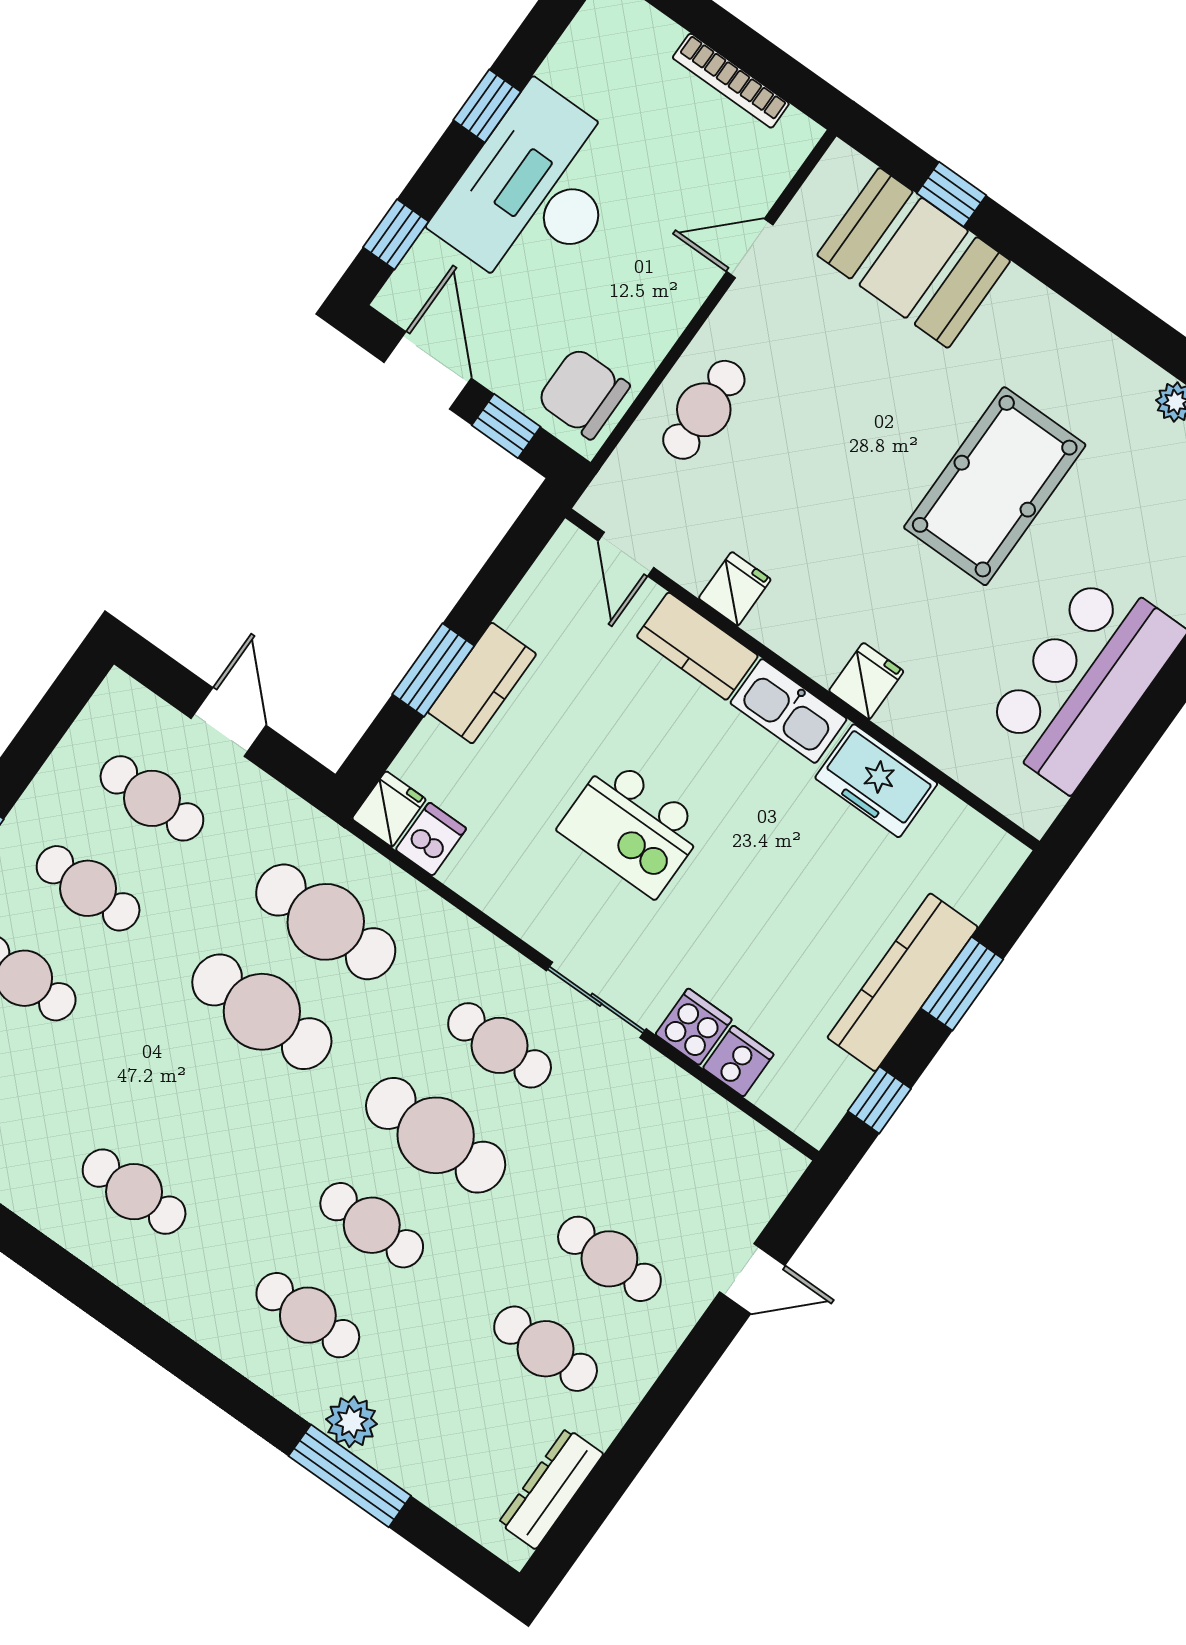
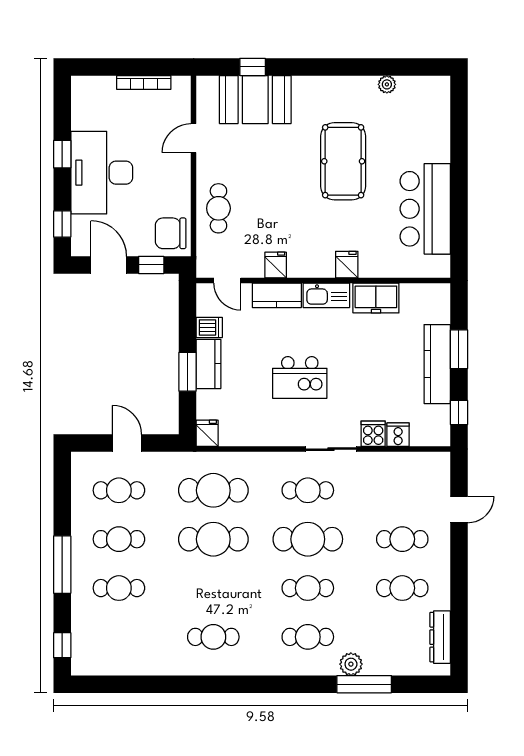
dishwasher: (431, 839) -> (209, 327), moved, turned 90

